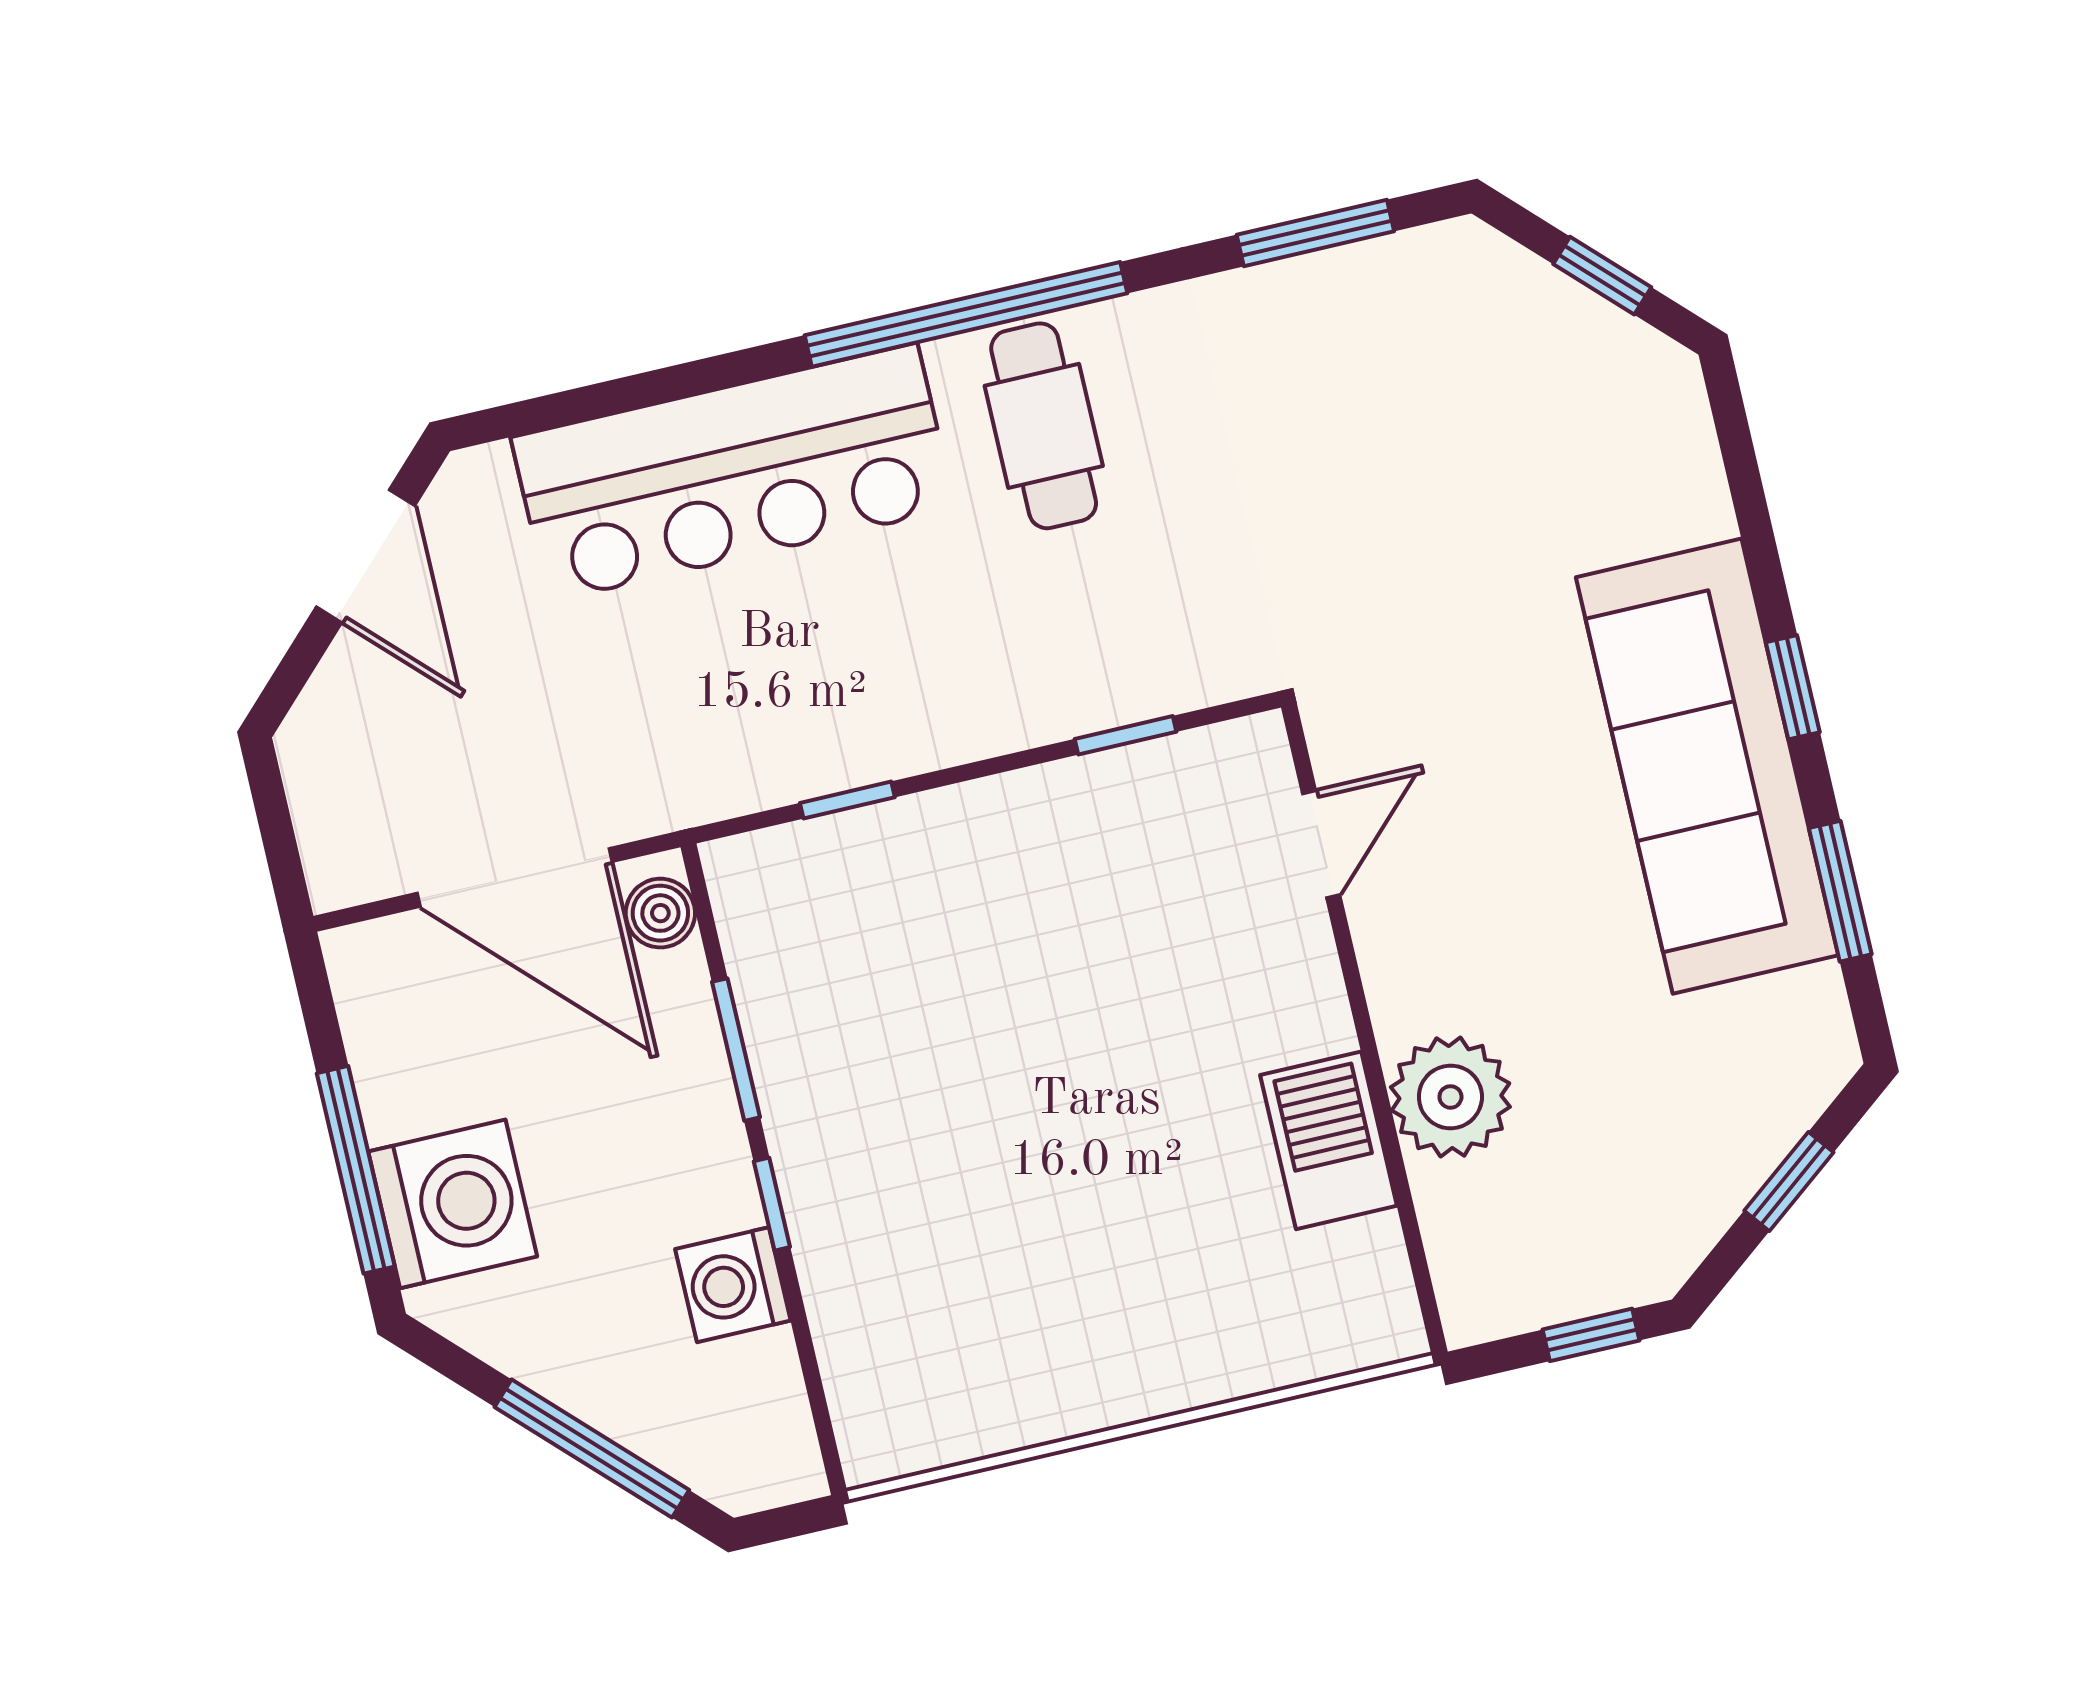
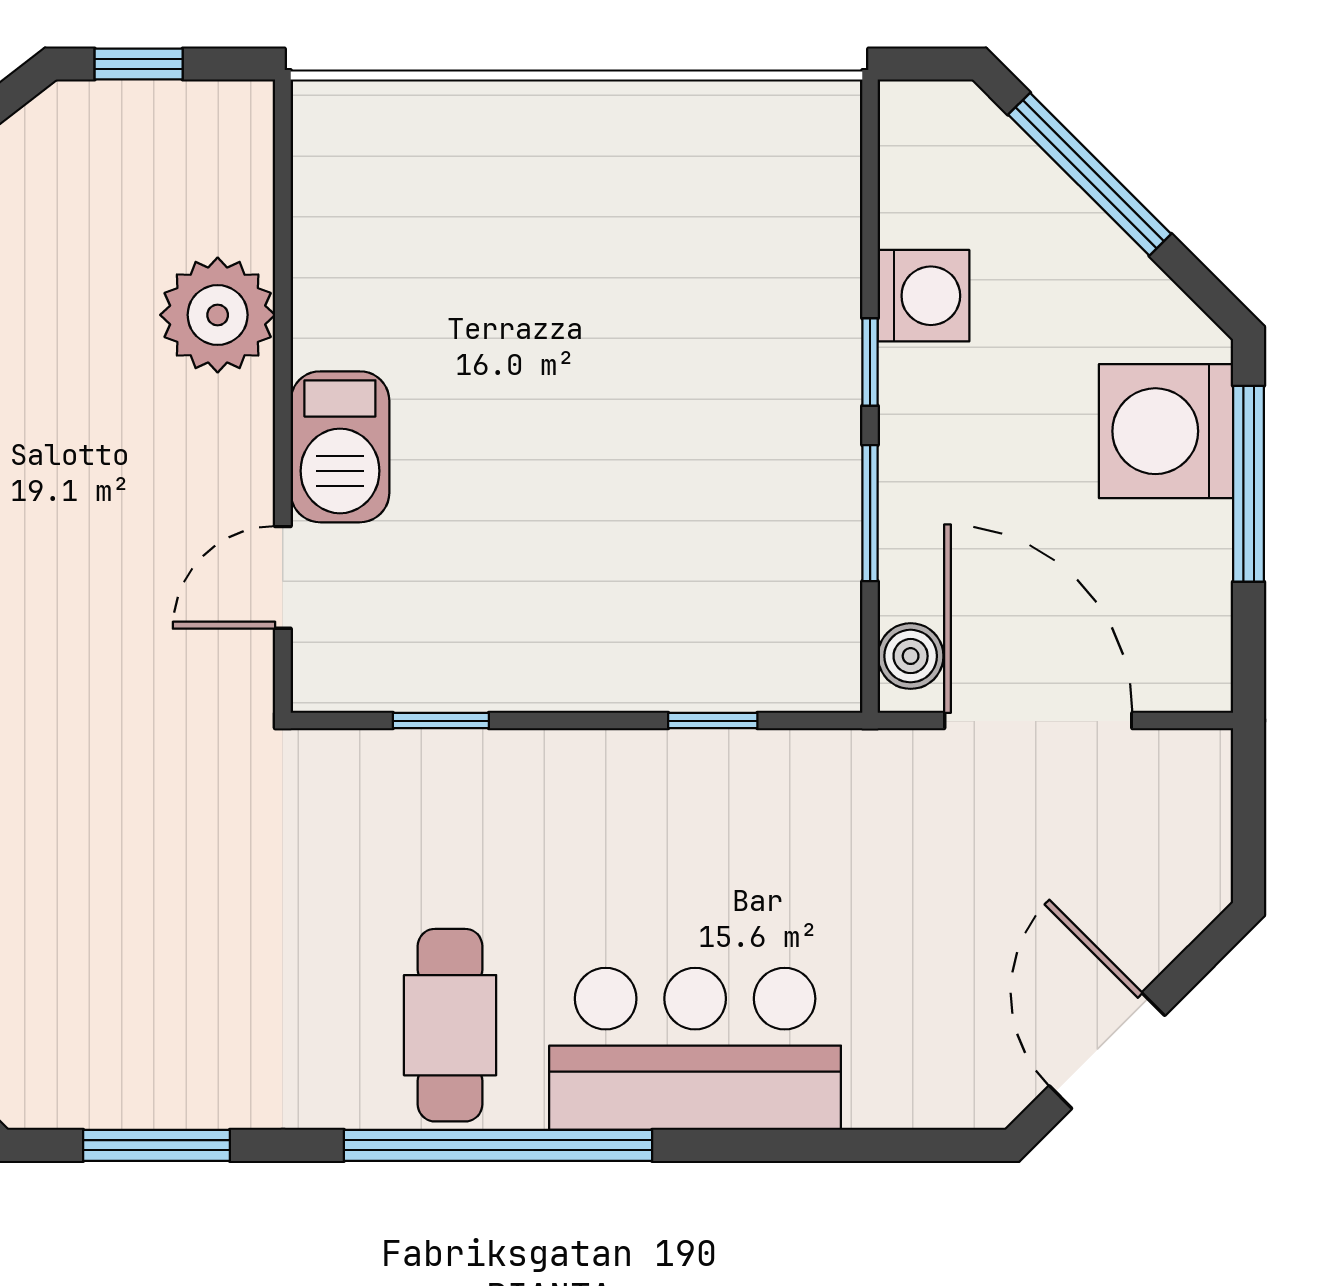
bar counter: (733, 473) -> (695, 1049), width x0.73
barbecue: (1329, 1140) -> (340, 447), moved

